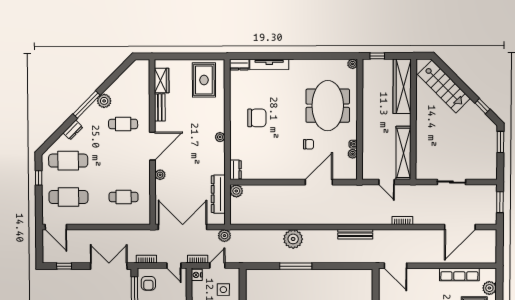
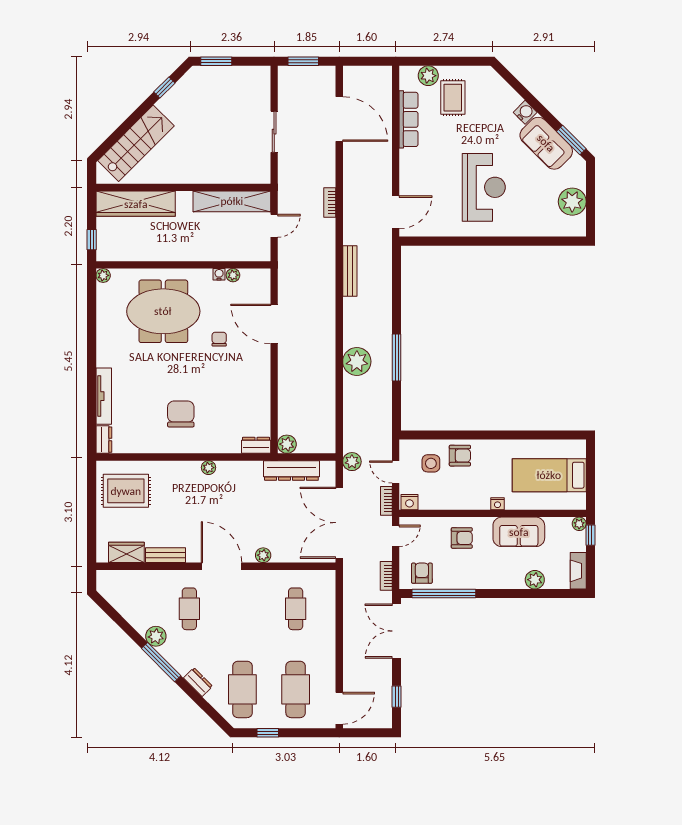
armchair: (148, 283) -> (422, 573), turned -90

